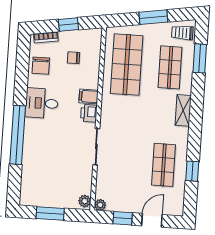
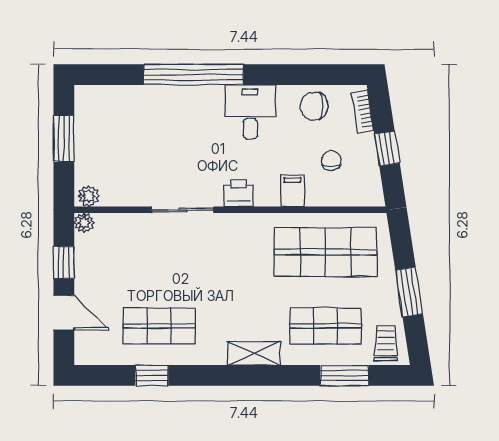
filing cabinet: (89, 96) -> (292, 191), moved

